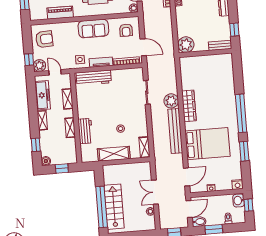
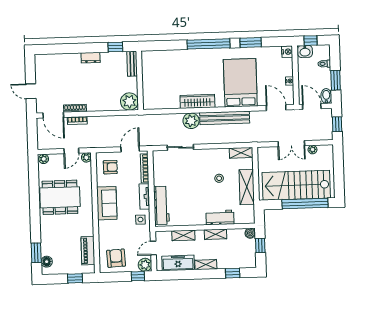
piano: (60, 13) -> (88, 251), moved
boiler: (46, 161) -> (250, 233), moved
stairs: (114, 207) -> (296, 185), width x1.36, depth x1.51

